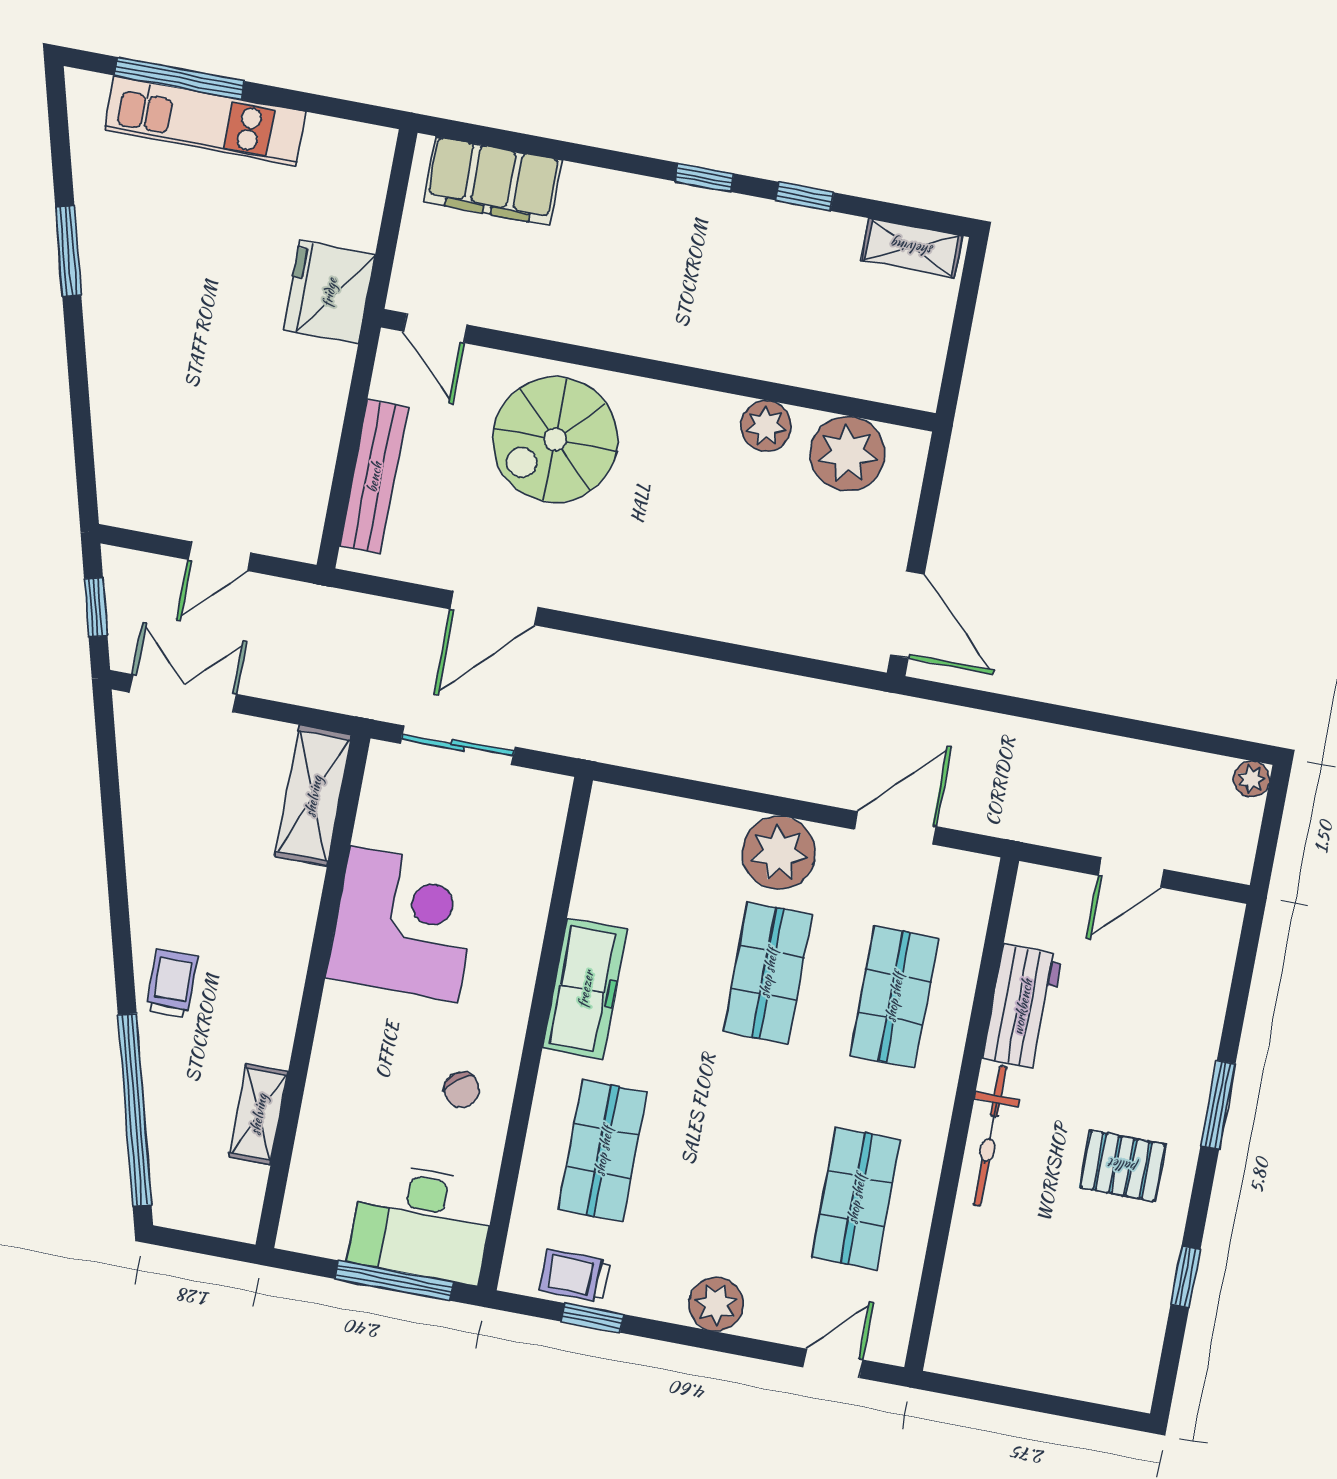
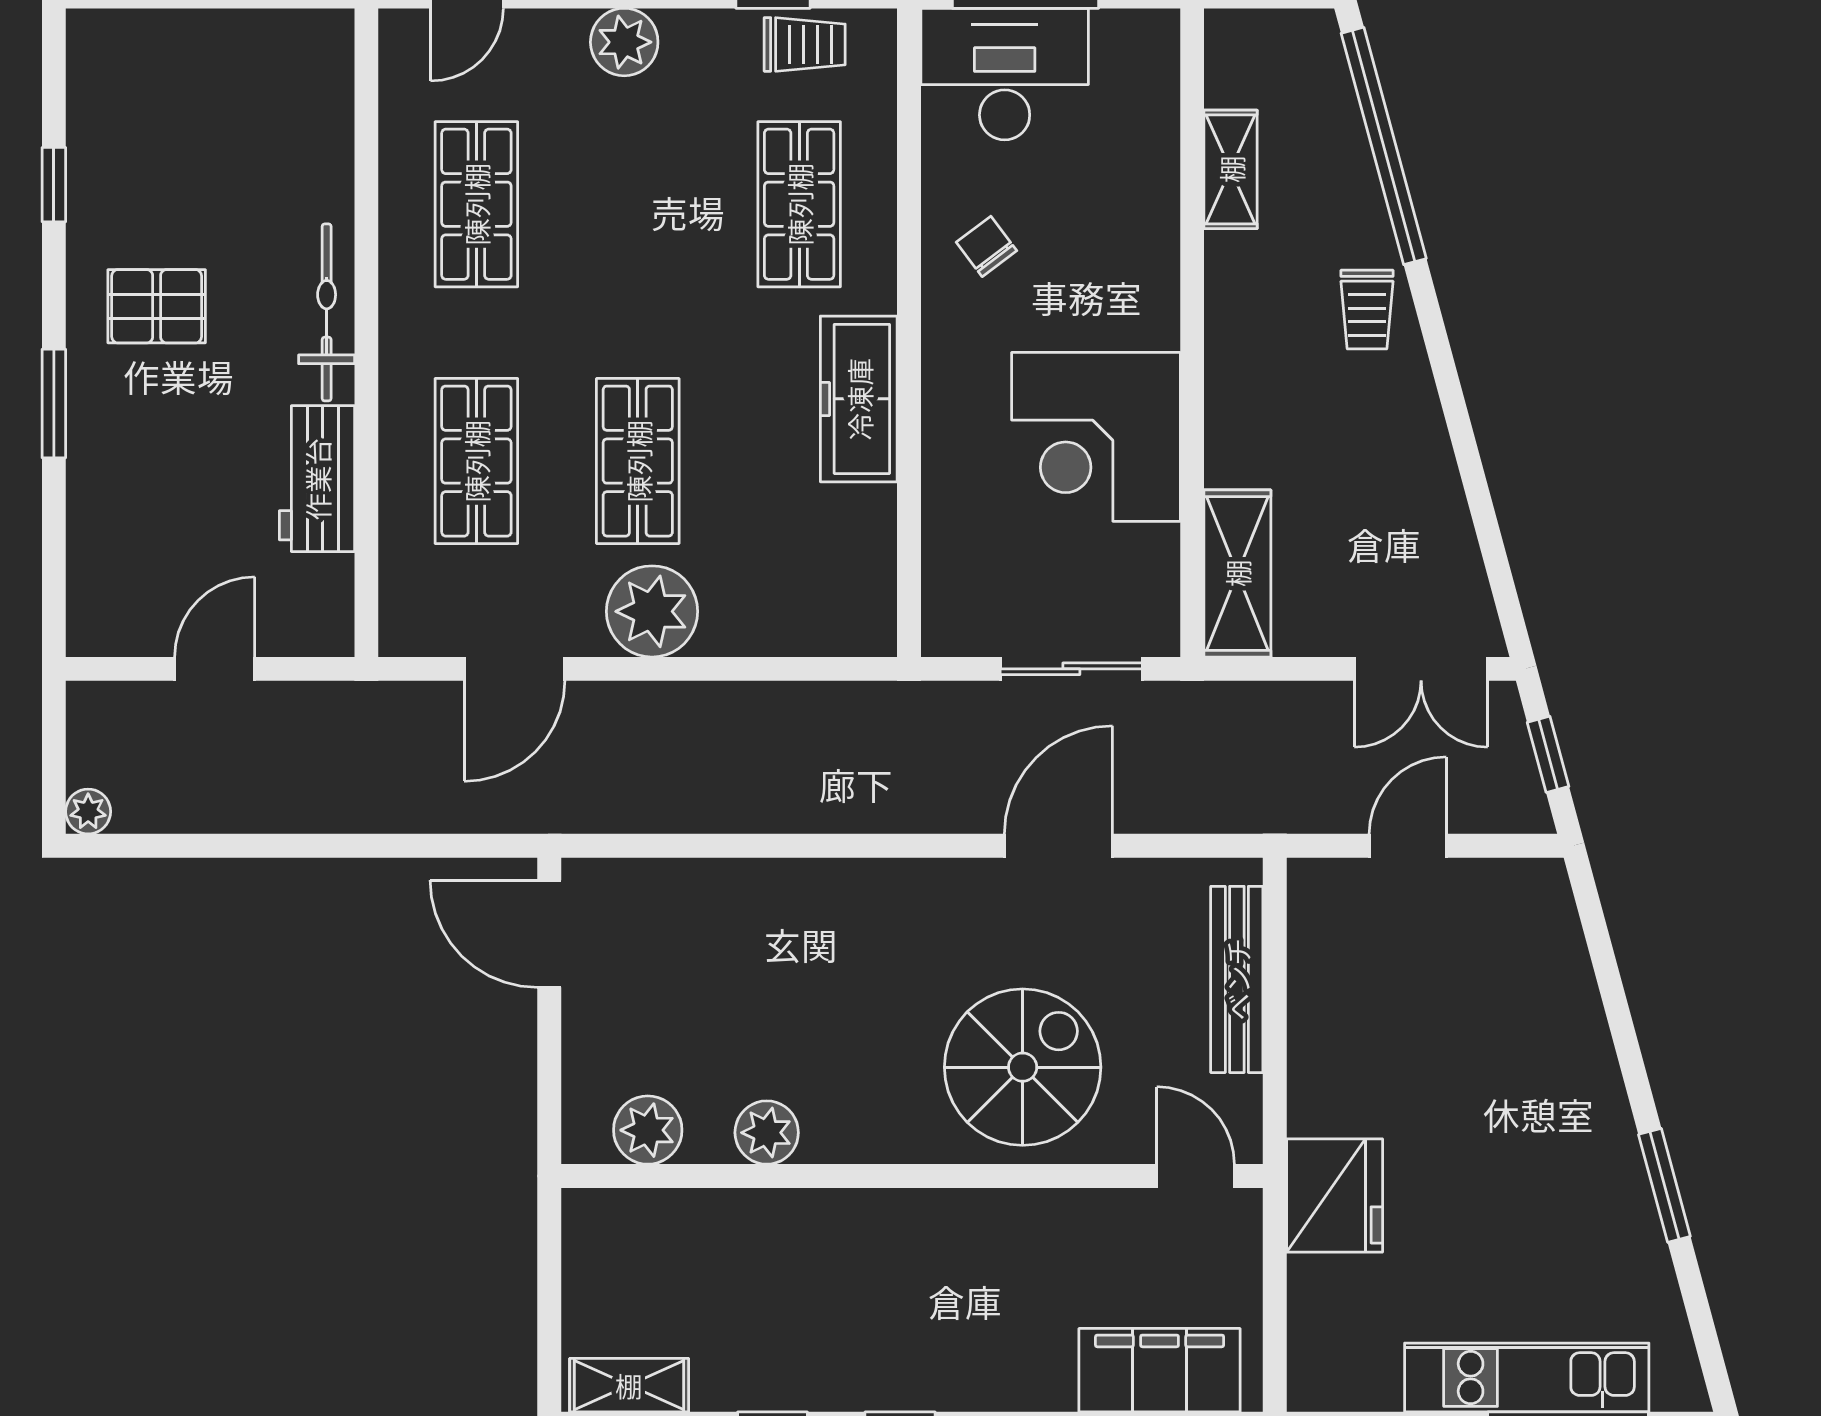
plant: (848, 454) -> (648, 1130), width x0.73, depth x0.73

